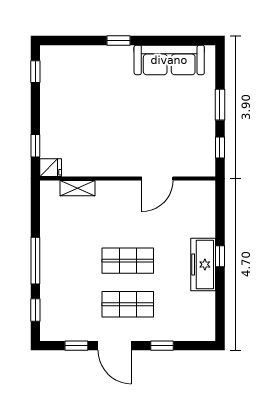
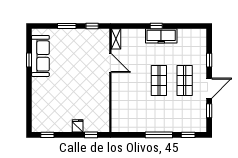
window: (118, 41) -> (29, 60), moved
fridge: (51, 168) -> (78, 126), moved
shelving: (77, 188) -> (116, 39), moved

